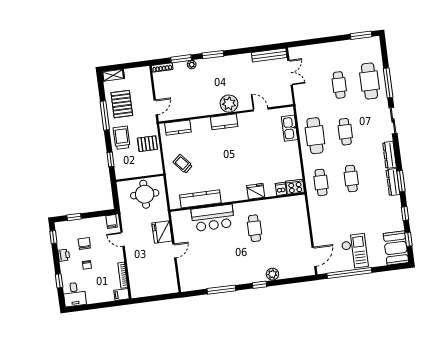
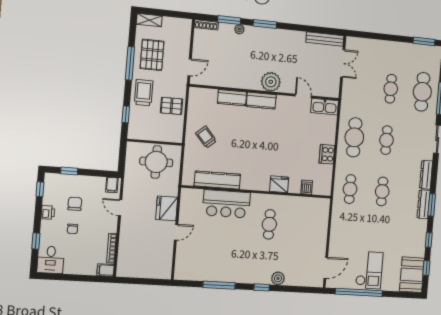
kitchen counter: (178, 128) -> (232, 98), moved
kitchen sink: (289, 128) -> (325, 107), moved, turned -90
cooker: (295, 187) -> (327, 154), moved, turned -90

